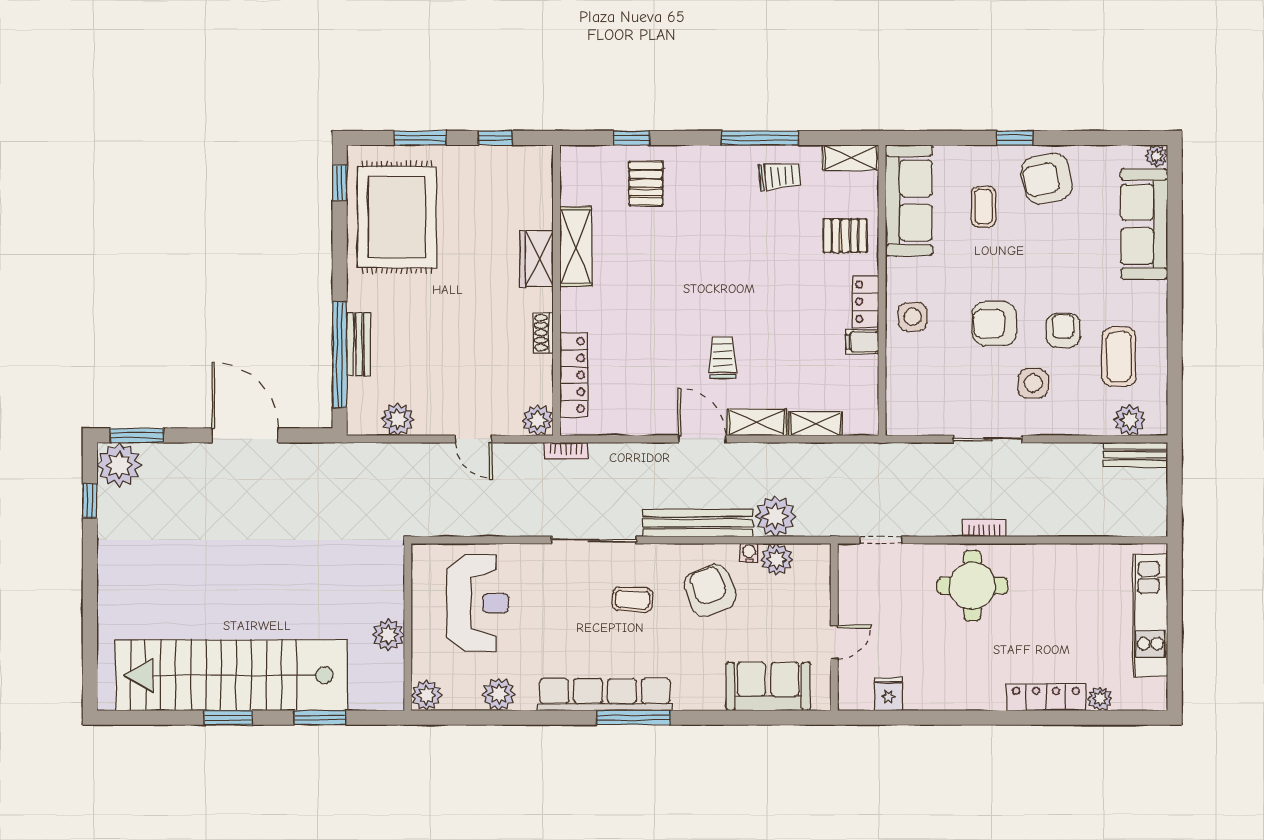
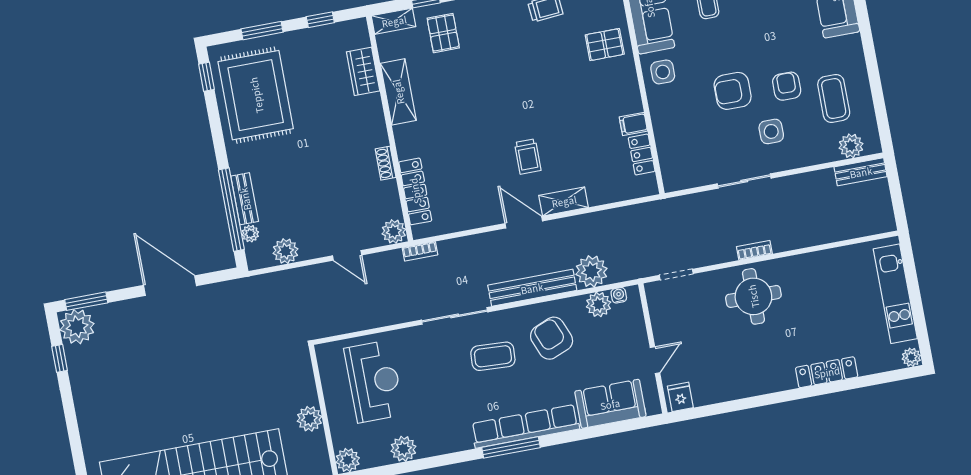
wardrobe: (537, 259) -> (363, 71), moved
locker: (866, 302) -> (642, 154), moved
side table: (913, 317) -> (663, 72), moved
trolley: (723, 358) -> (528, 156), turned 180
plant: (358, 389) -> (250, 234), added
shelving: (816, 424) -> (394, 21), moved
water cooler: (749, 553) -> (619, 295), moved
coffee table: (632, 599) -> (493, 356), width x1.36, depth x1.30
fridge: (889, 694) -> (680, 397), moved
row of seats: (605, 695) -> (525, 426), moved
plant: (1100, 699) -> (911, 357), moved

